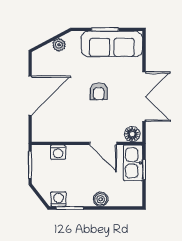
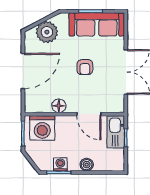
plant: (59, 45) -> (47, 32), width x1.88, depth x1.88
floor lamp: (132, 134) -> (59, 106), moved
washing machine: (58, 152) -> (42, 128), width x1.89, depth x1.89
washing machine: (58, 199) -> (60, 164), moved

